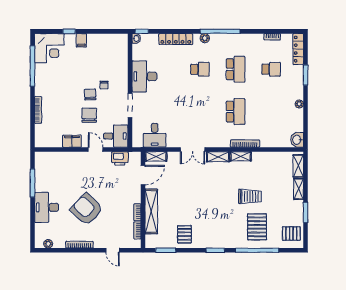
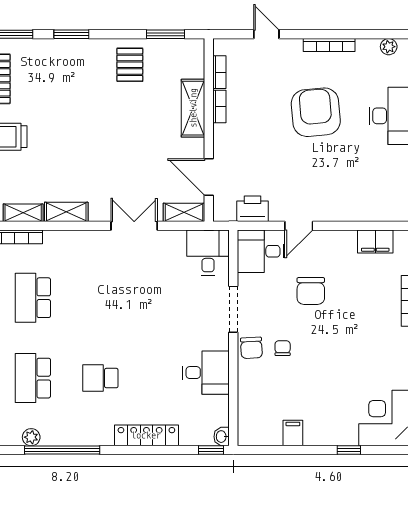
plant: (205, 38) -> (31, 437), moved
filing cabinet: (81, 40) -> (293, 433), moved
desk: (144, 76) -> (206, 373), width x0.73
chair: (90, 95) -> (251, 348), moved
desk: (155, 135) -> (208, 253), moved
filing cabinet: (72, 141) -> (375, 242), moved
door: (96, 149) -> (299, 226), hinge flipped
double door: (193, 149) -> (134, 226), moved
door: (143, 175) -> (209, 177), hinge flipped
armchair: (87, 209) -> (316, 112), turned -139
shelving: (151, 211) -> (193, 108), width x0.68

